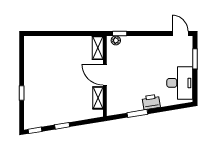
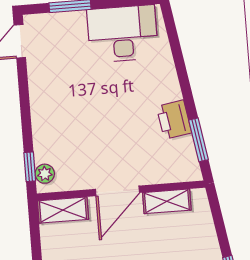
printer: (151, 102) -> (174, 120), moved
window: (137, 113) -> (198, 140), moved

